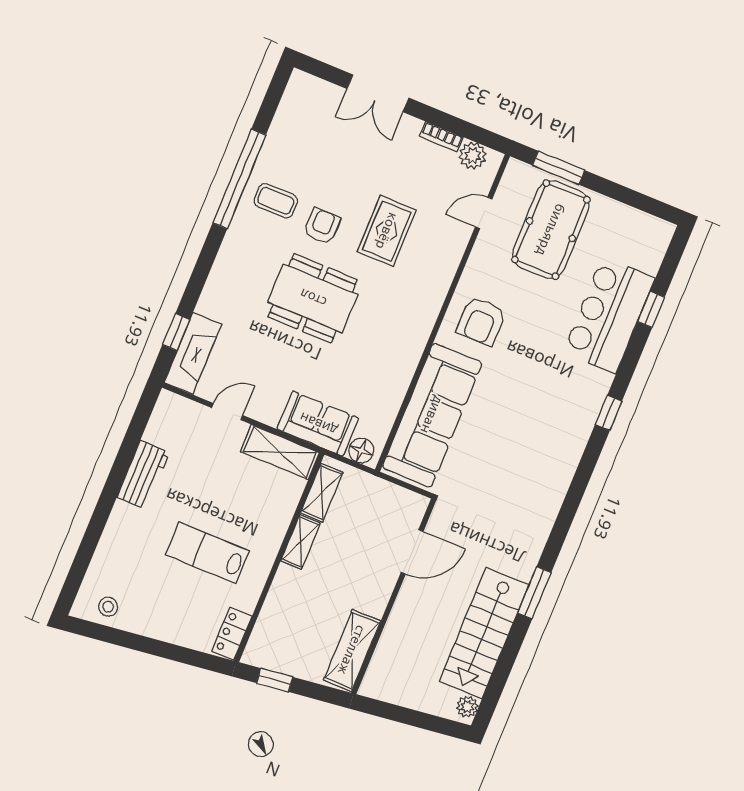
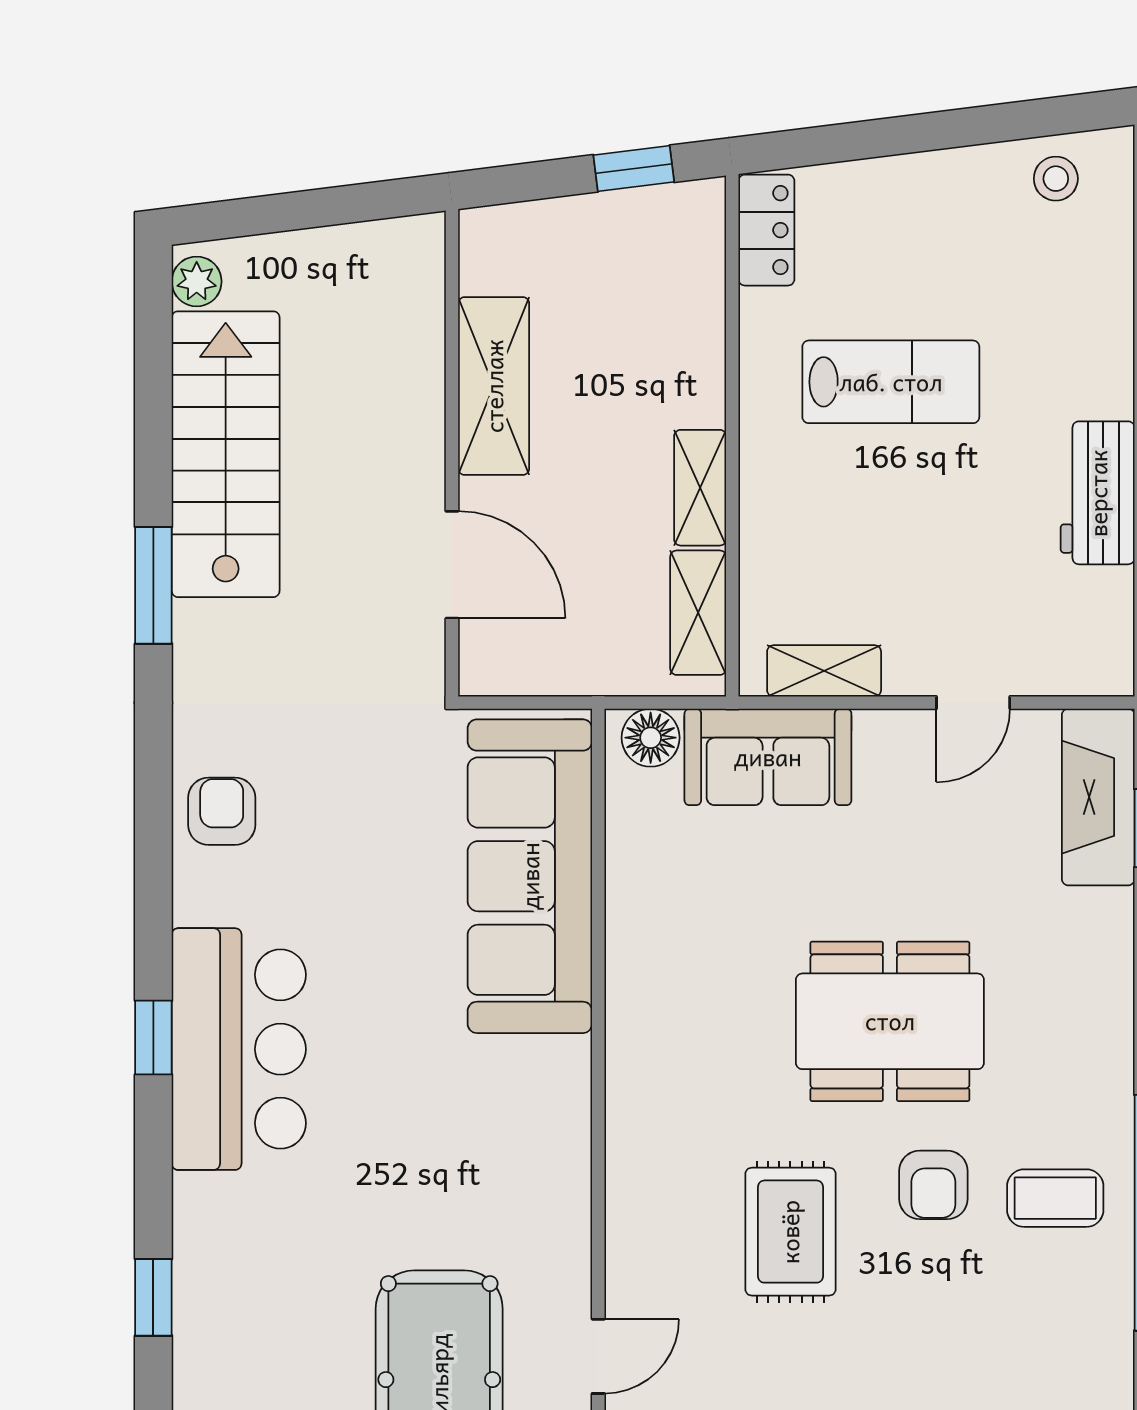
bar counter: (609, 315) -> (239, 1049), moved
armchair: (481, 321) -> (222, 811), moved, width x0.72, depth x0.72
shelving: (280, 452) -> (824, 671), width x0.67, depth x0.75
door: (412, 552) -> (452, 565), swing flipped
shelving: (352, 650) -> (494, 386), moved

